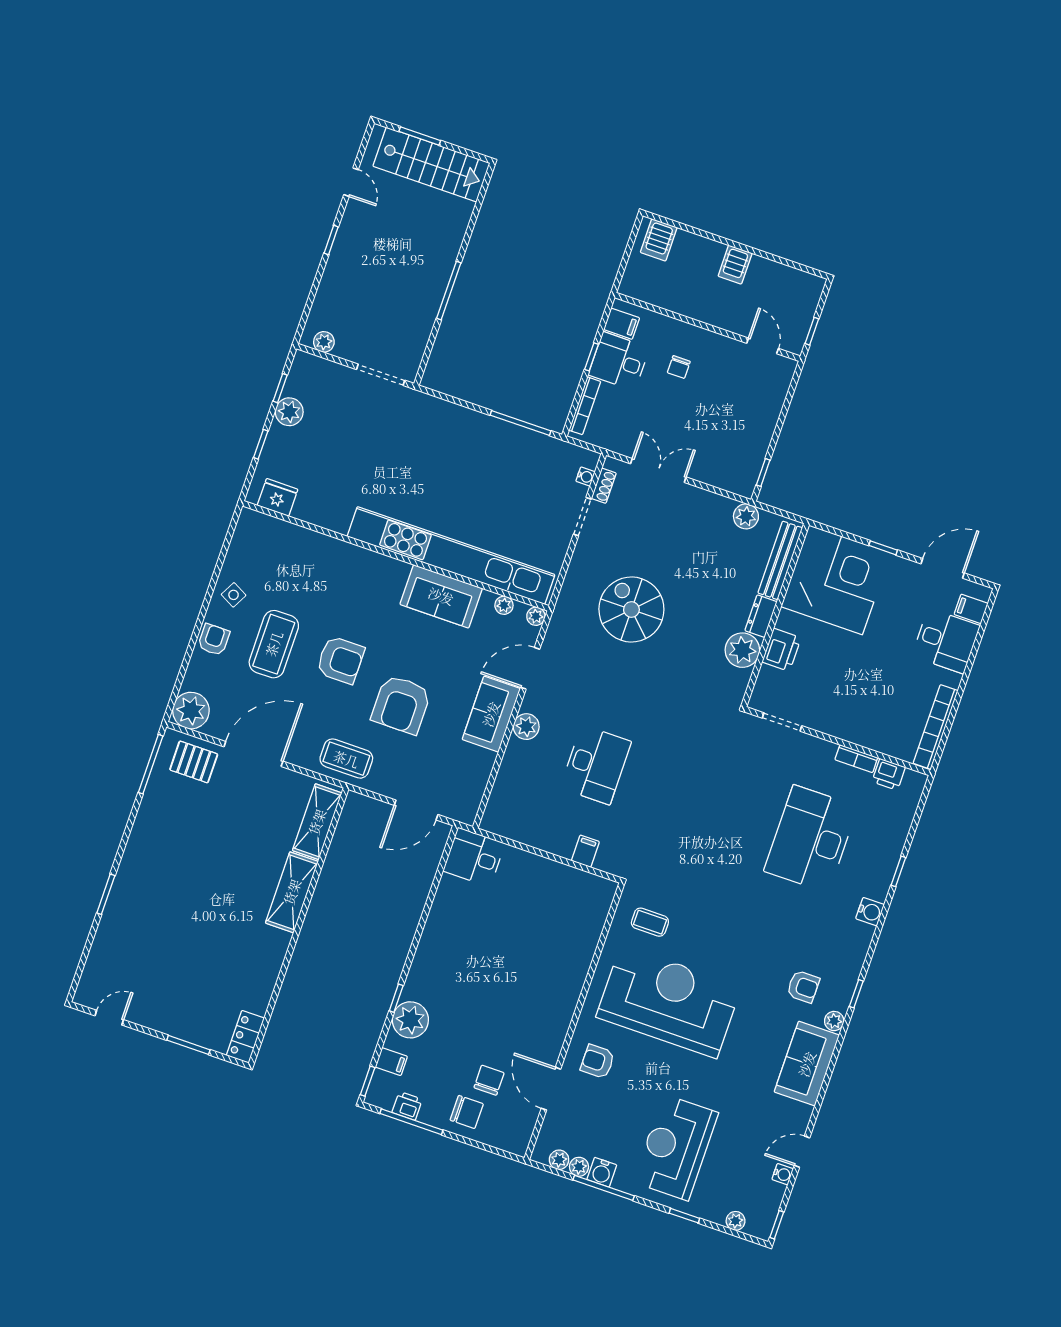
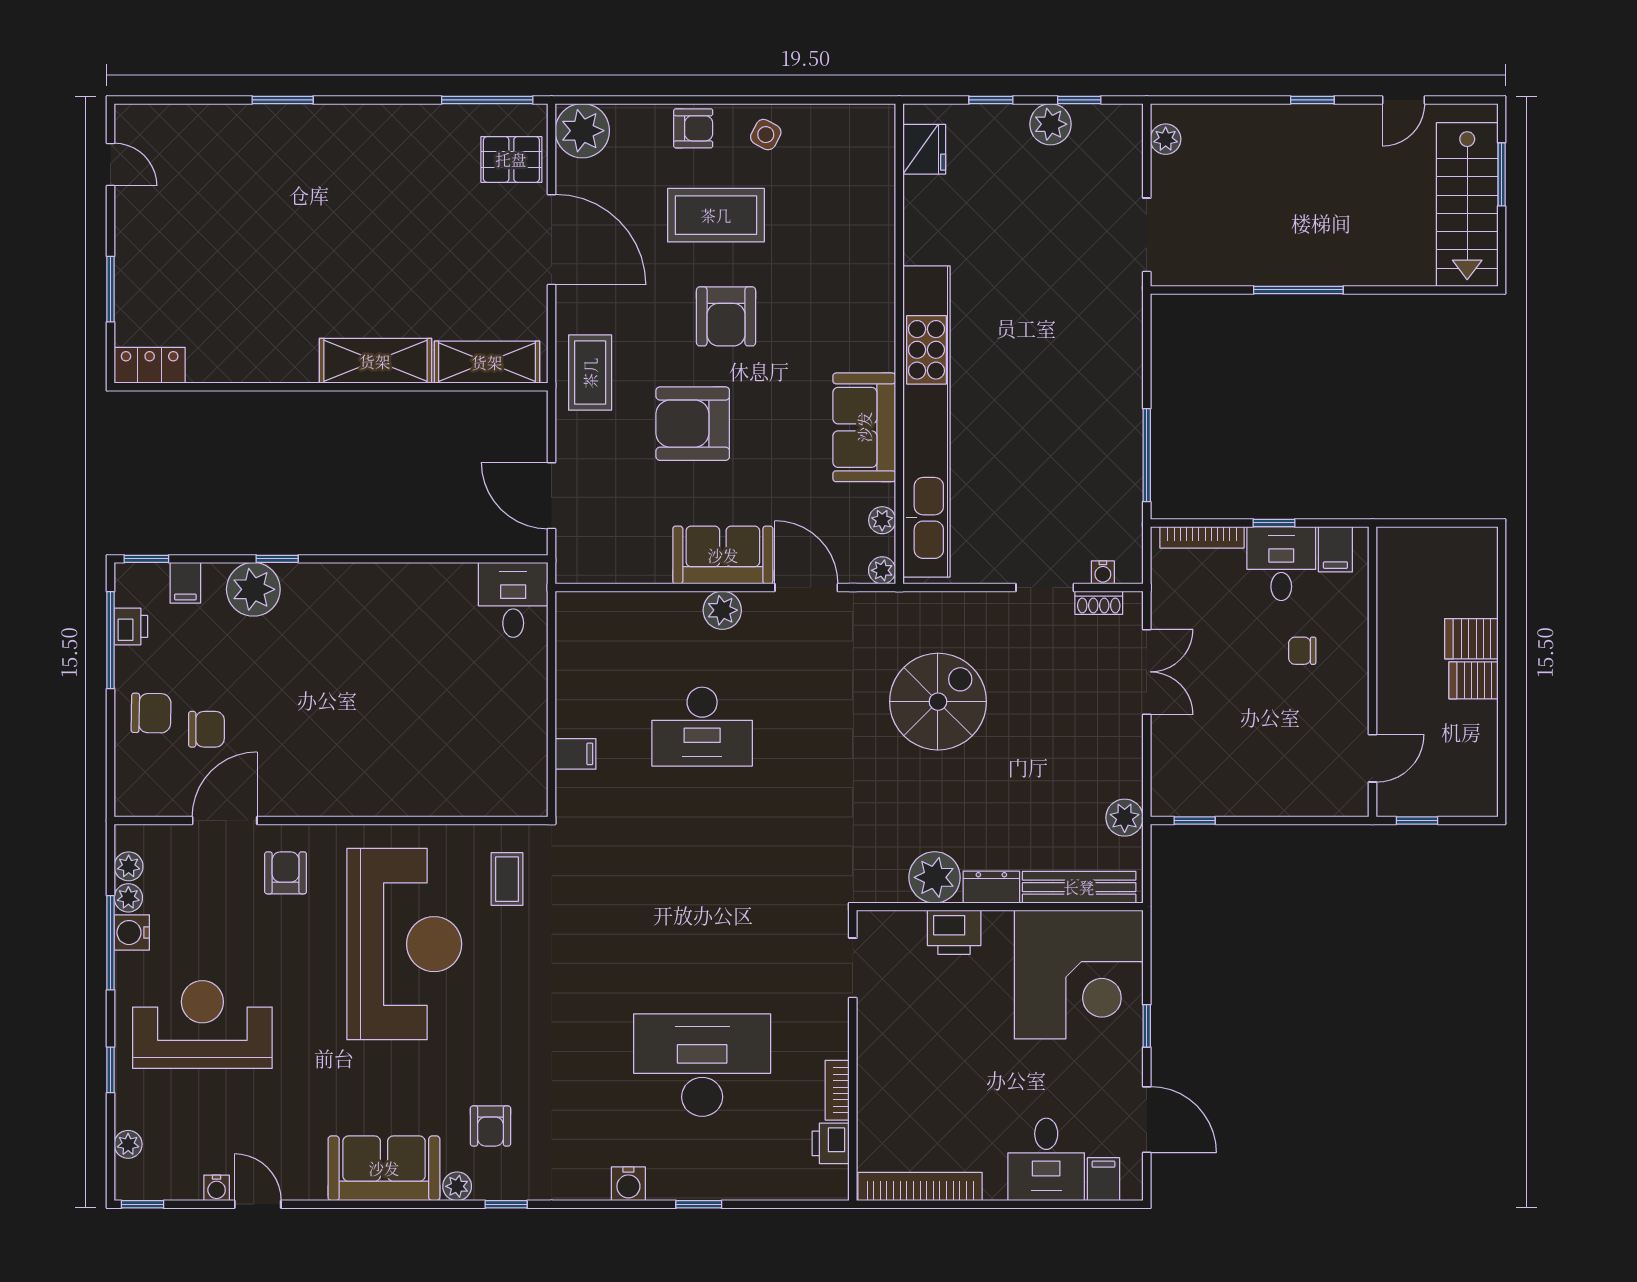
server rack: (659, 240) -> (1471, 639), moved
pallet: (194, 762) -> (511, 159), turned 90
chair: (467, 1112) -> (151, 713), turned -89

